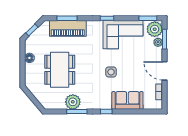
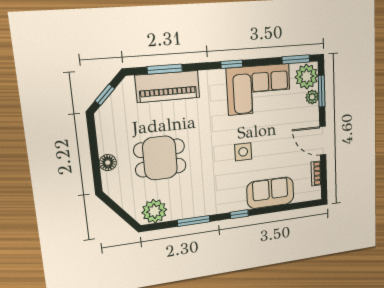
floor lamp: (29, 58) -> (108, 163), moved
dining table: (60, 70) -> (160, 158), width x0.73
plant: (73, 102) -> (154, 211), moved

